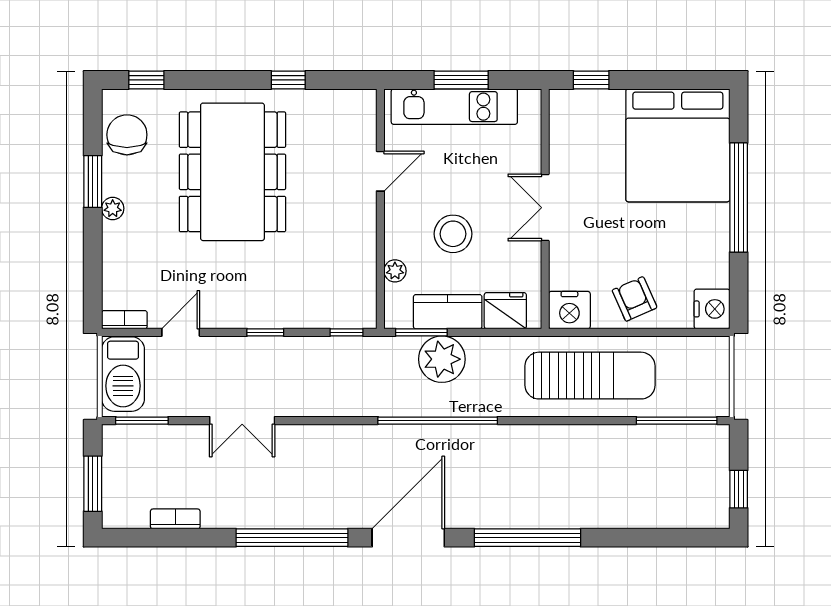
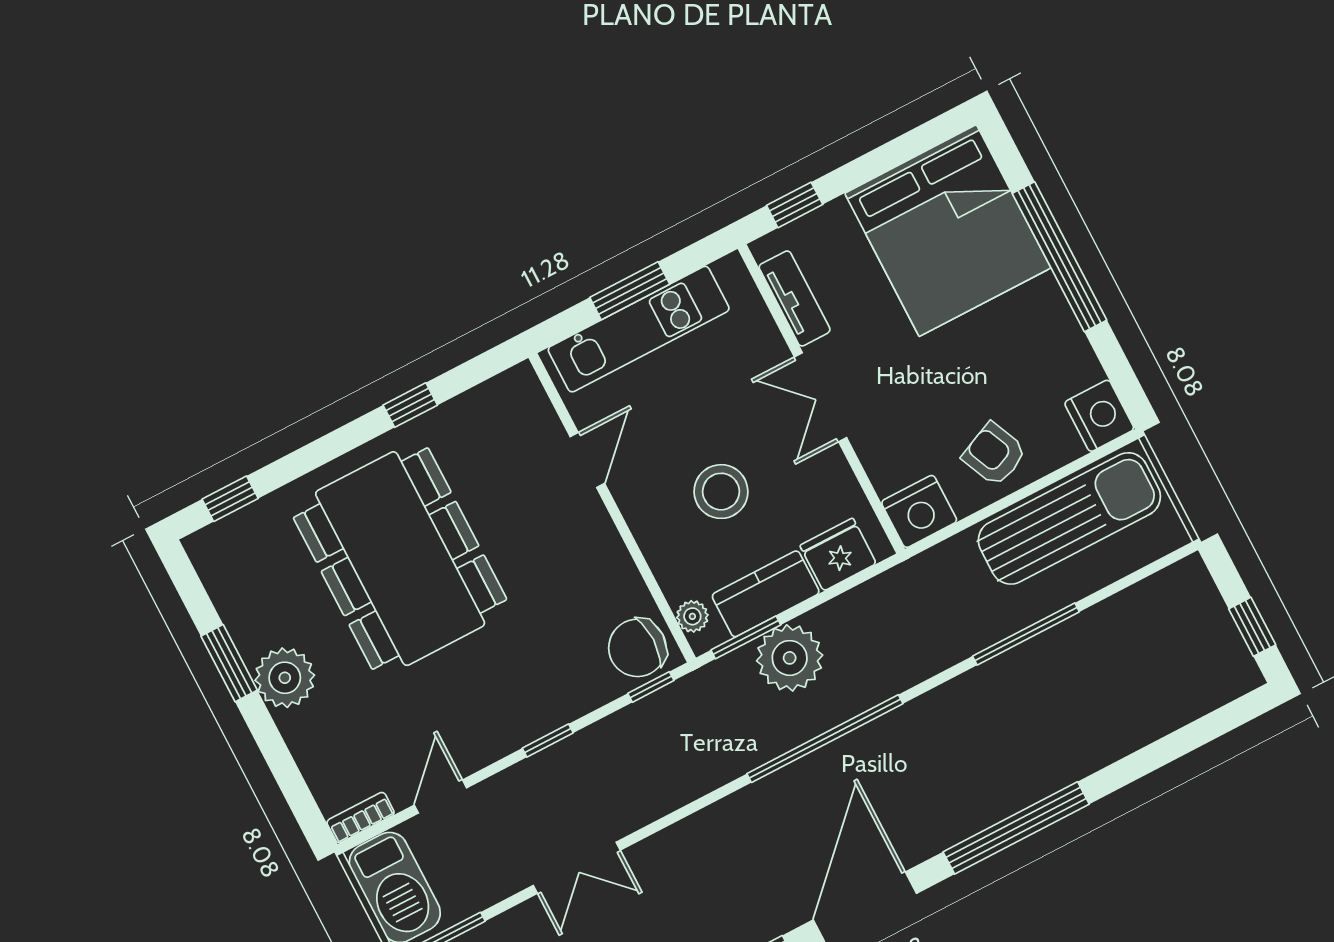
chair: (127, 135) -> (637, 648), moved, turned -90
tv unit: (561, 138) -> (795, 298), added
plant: (113, 208) -> (285, 678), width x1.87, depth x1.87
plant: (395, 271) -> (692, 616), moved
sun lounger: (590, 376) -> (1069, 518), moved
window: (677, 421) -> (1026, 634), moved

